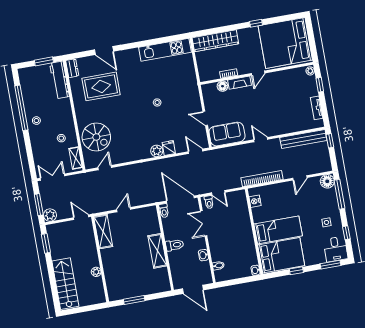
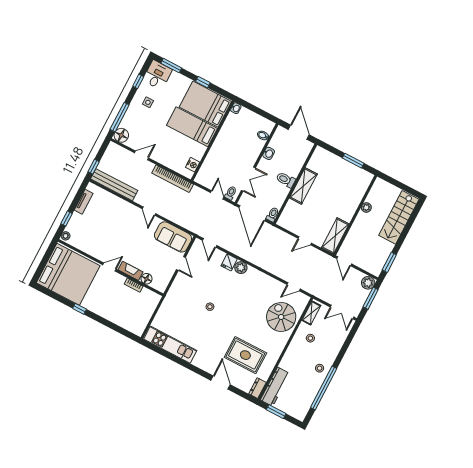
wardrobe: (215, 41) -> (124, 320), removed

